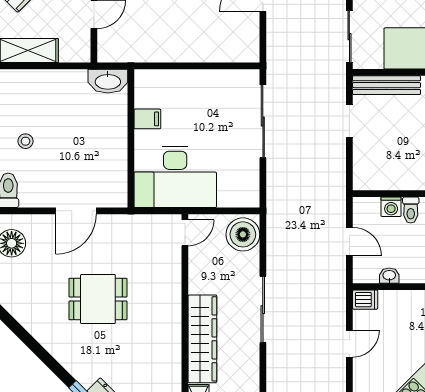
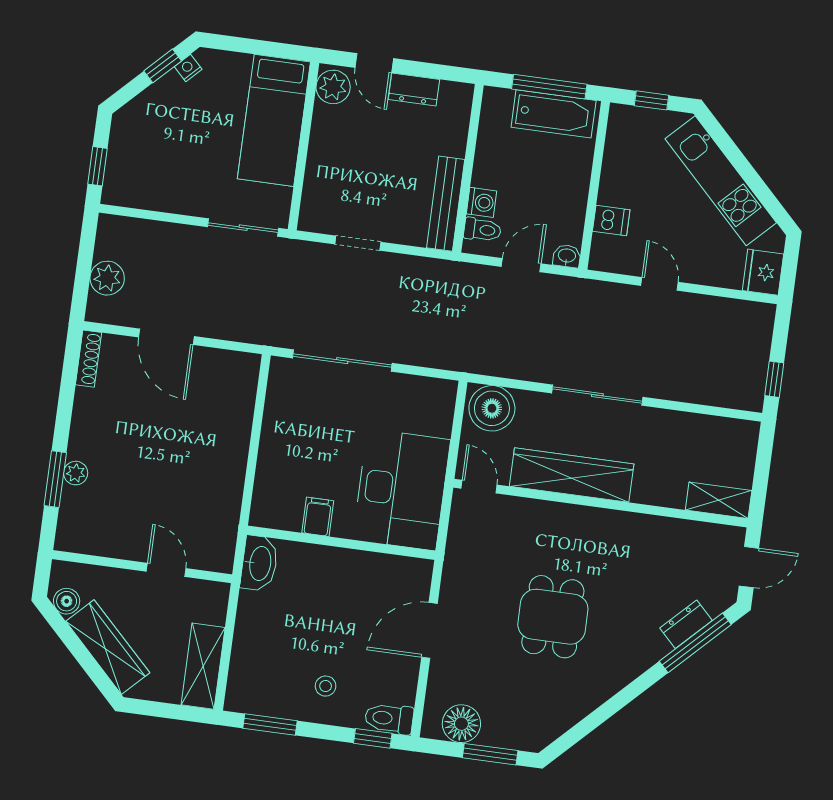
bench: (387, 85) -> (446, 204), moved
toilet: (411, 210) -> (482, 230), moved
door: (76, 211) -> (429, 630), swing flipped
washbasin: (389, 276) -> (567, 256), moved, turned 90
dishwasher: (365, 300) -> (611, 221), moved, turned 90
wardrobe: (202, 339) -> (572, 475), moved

